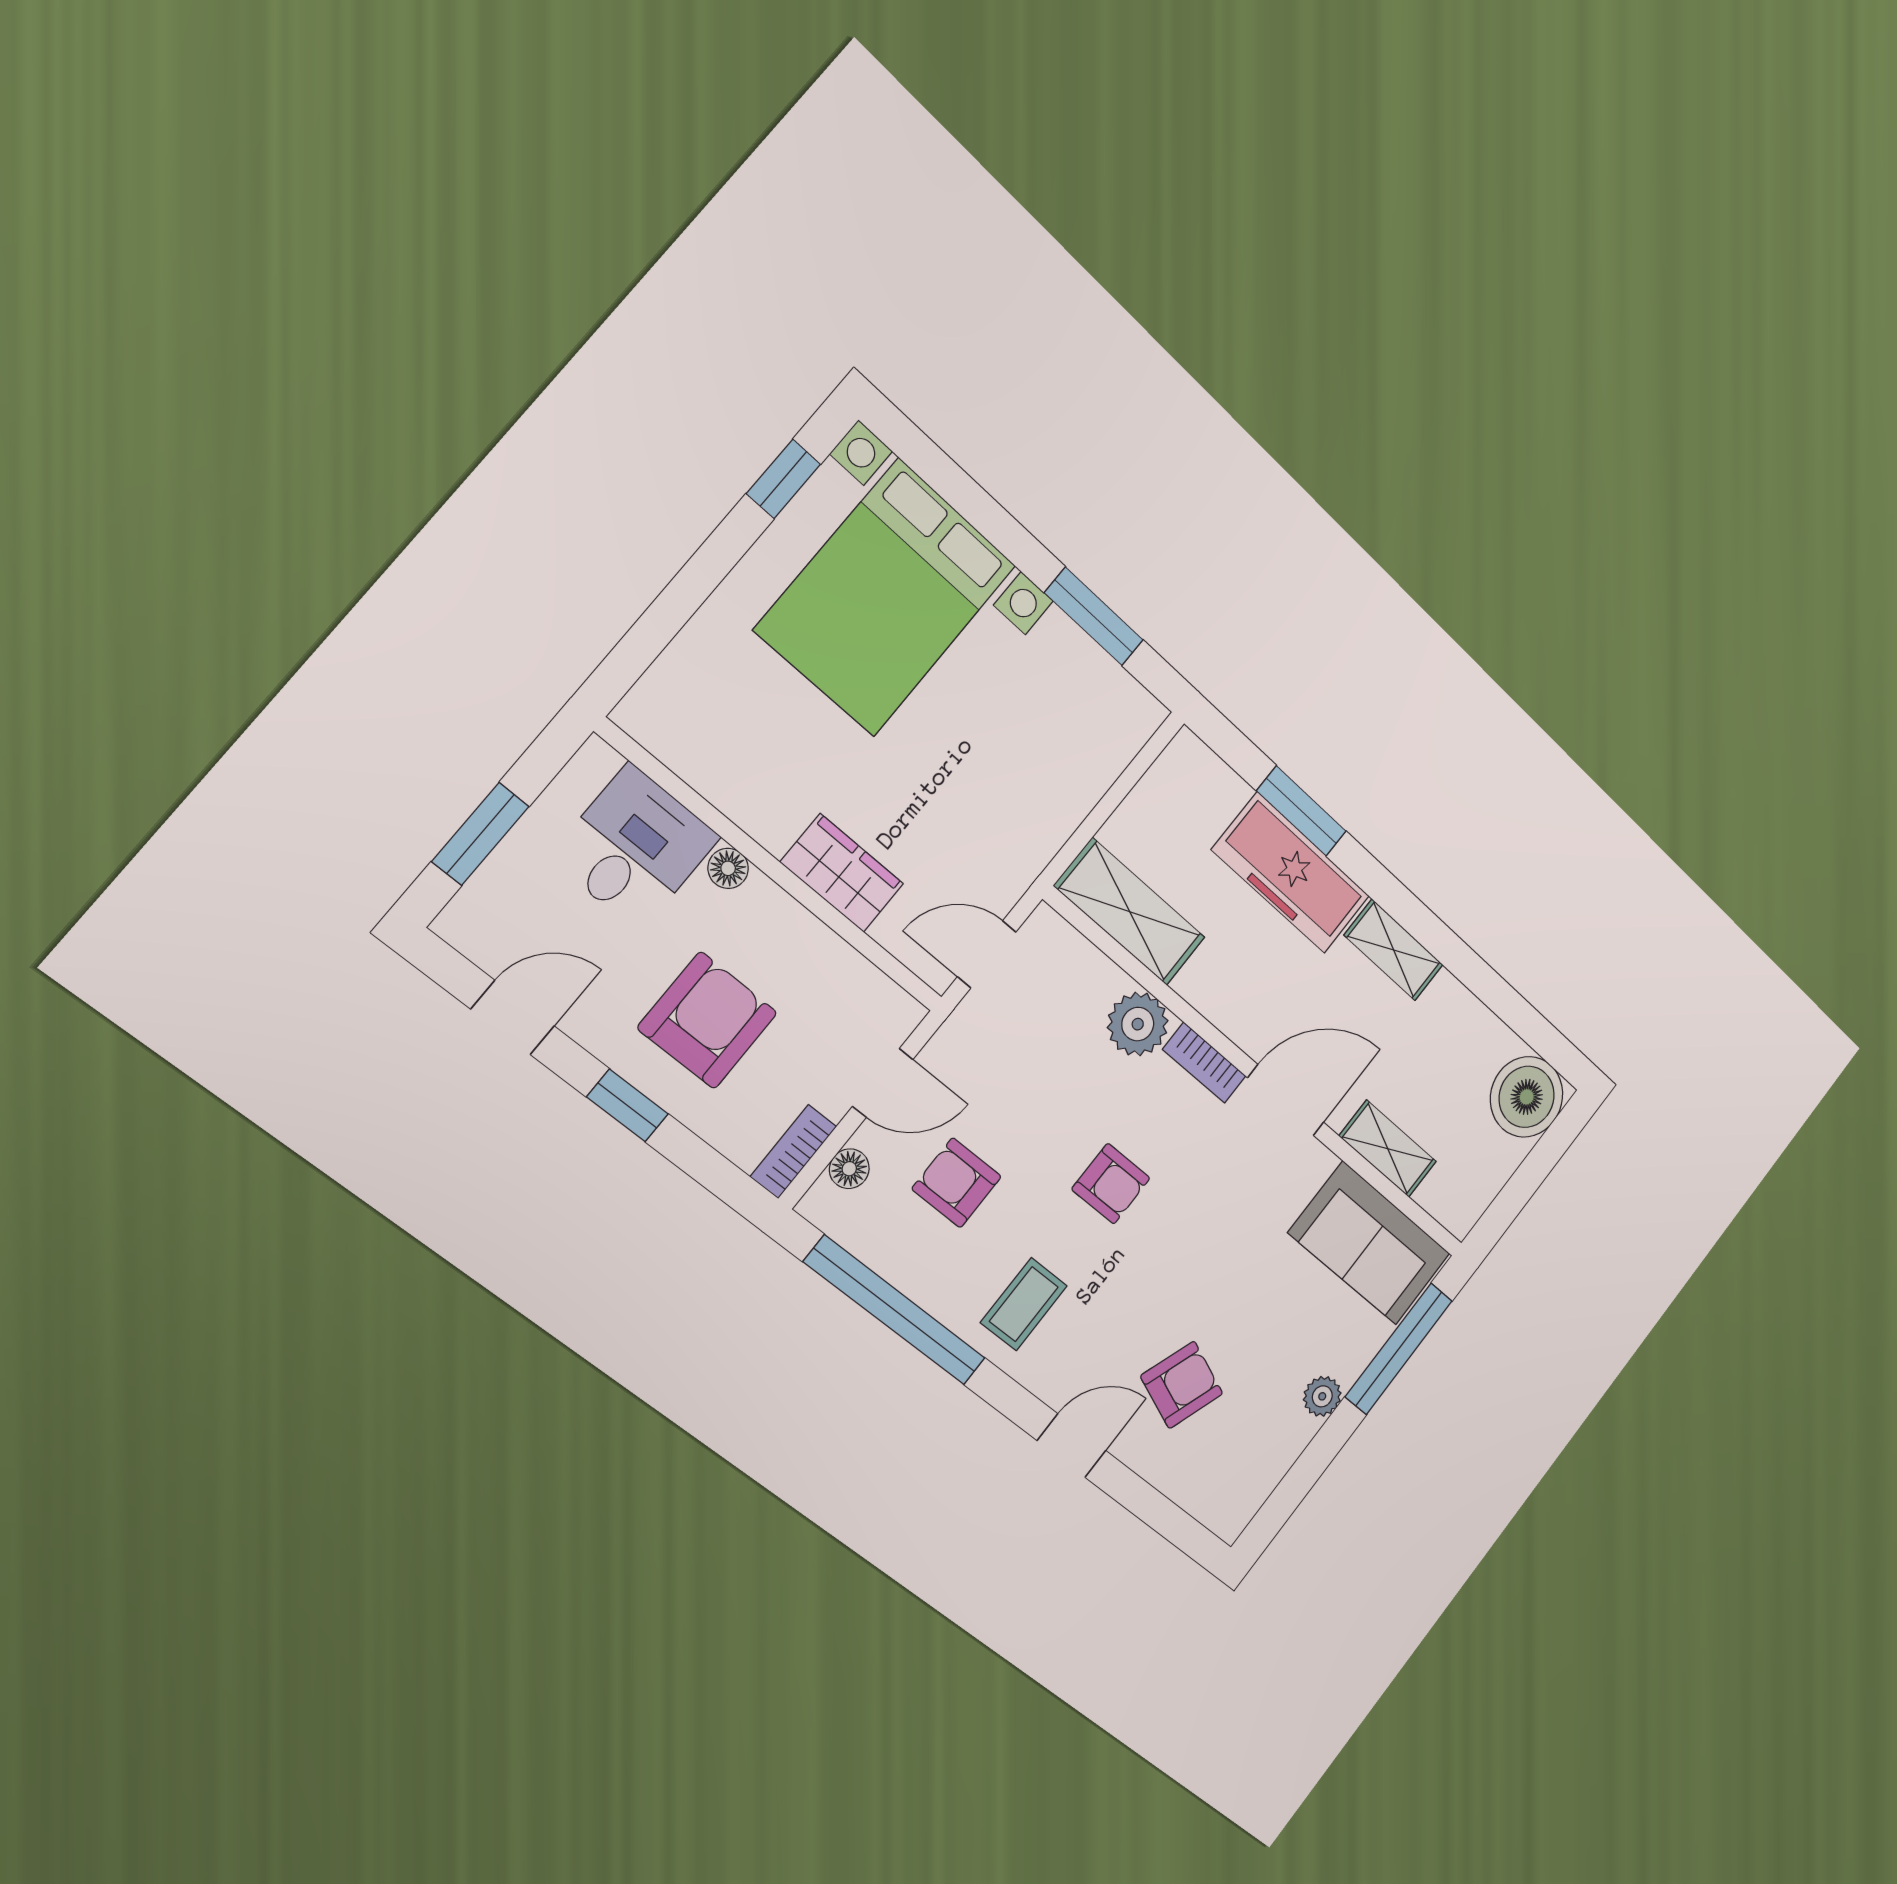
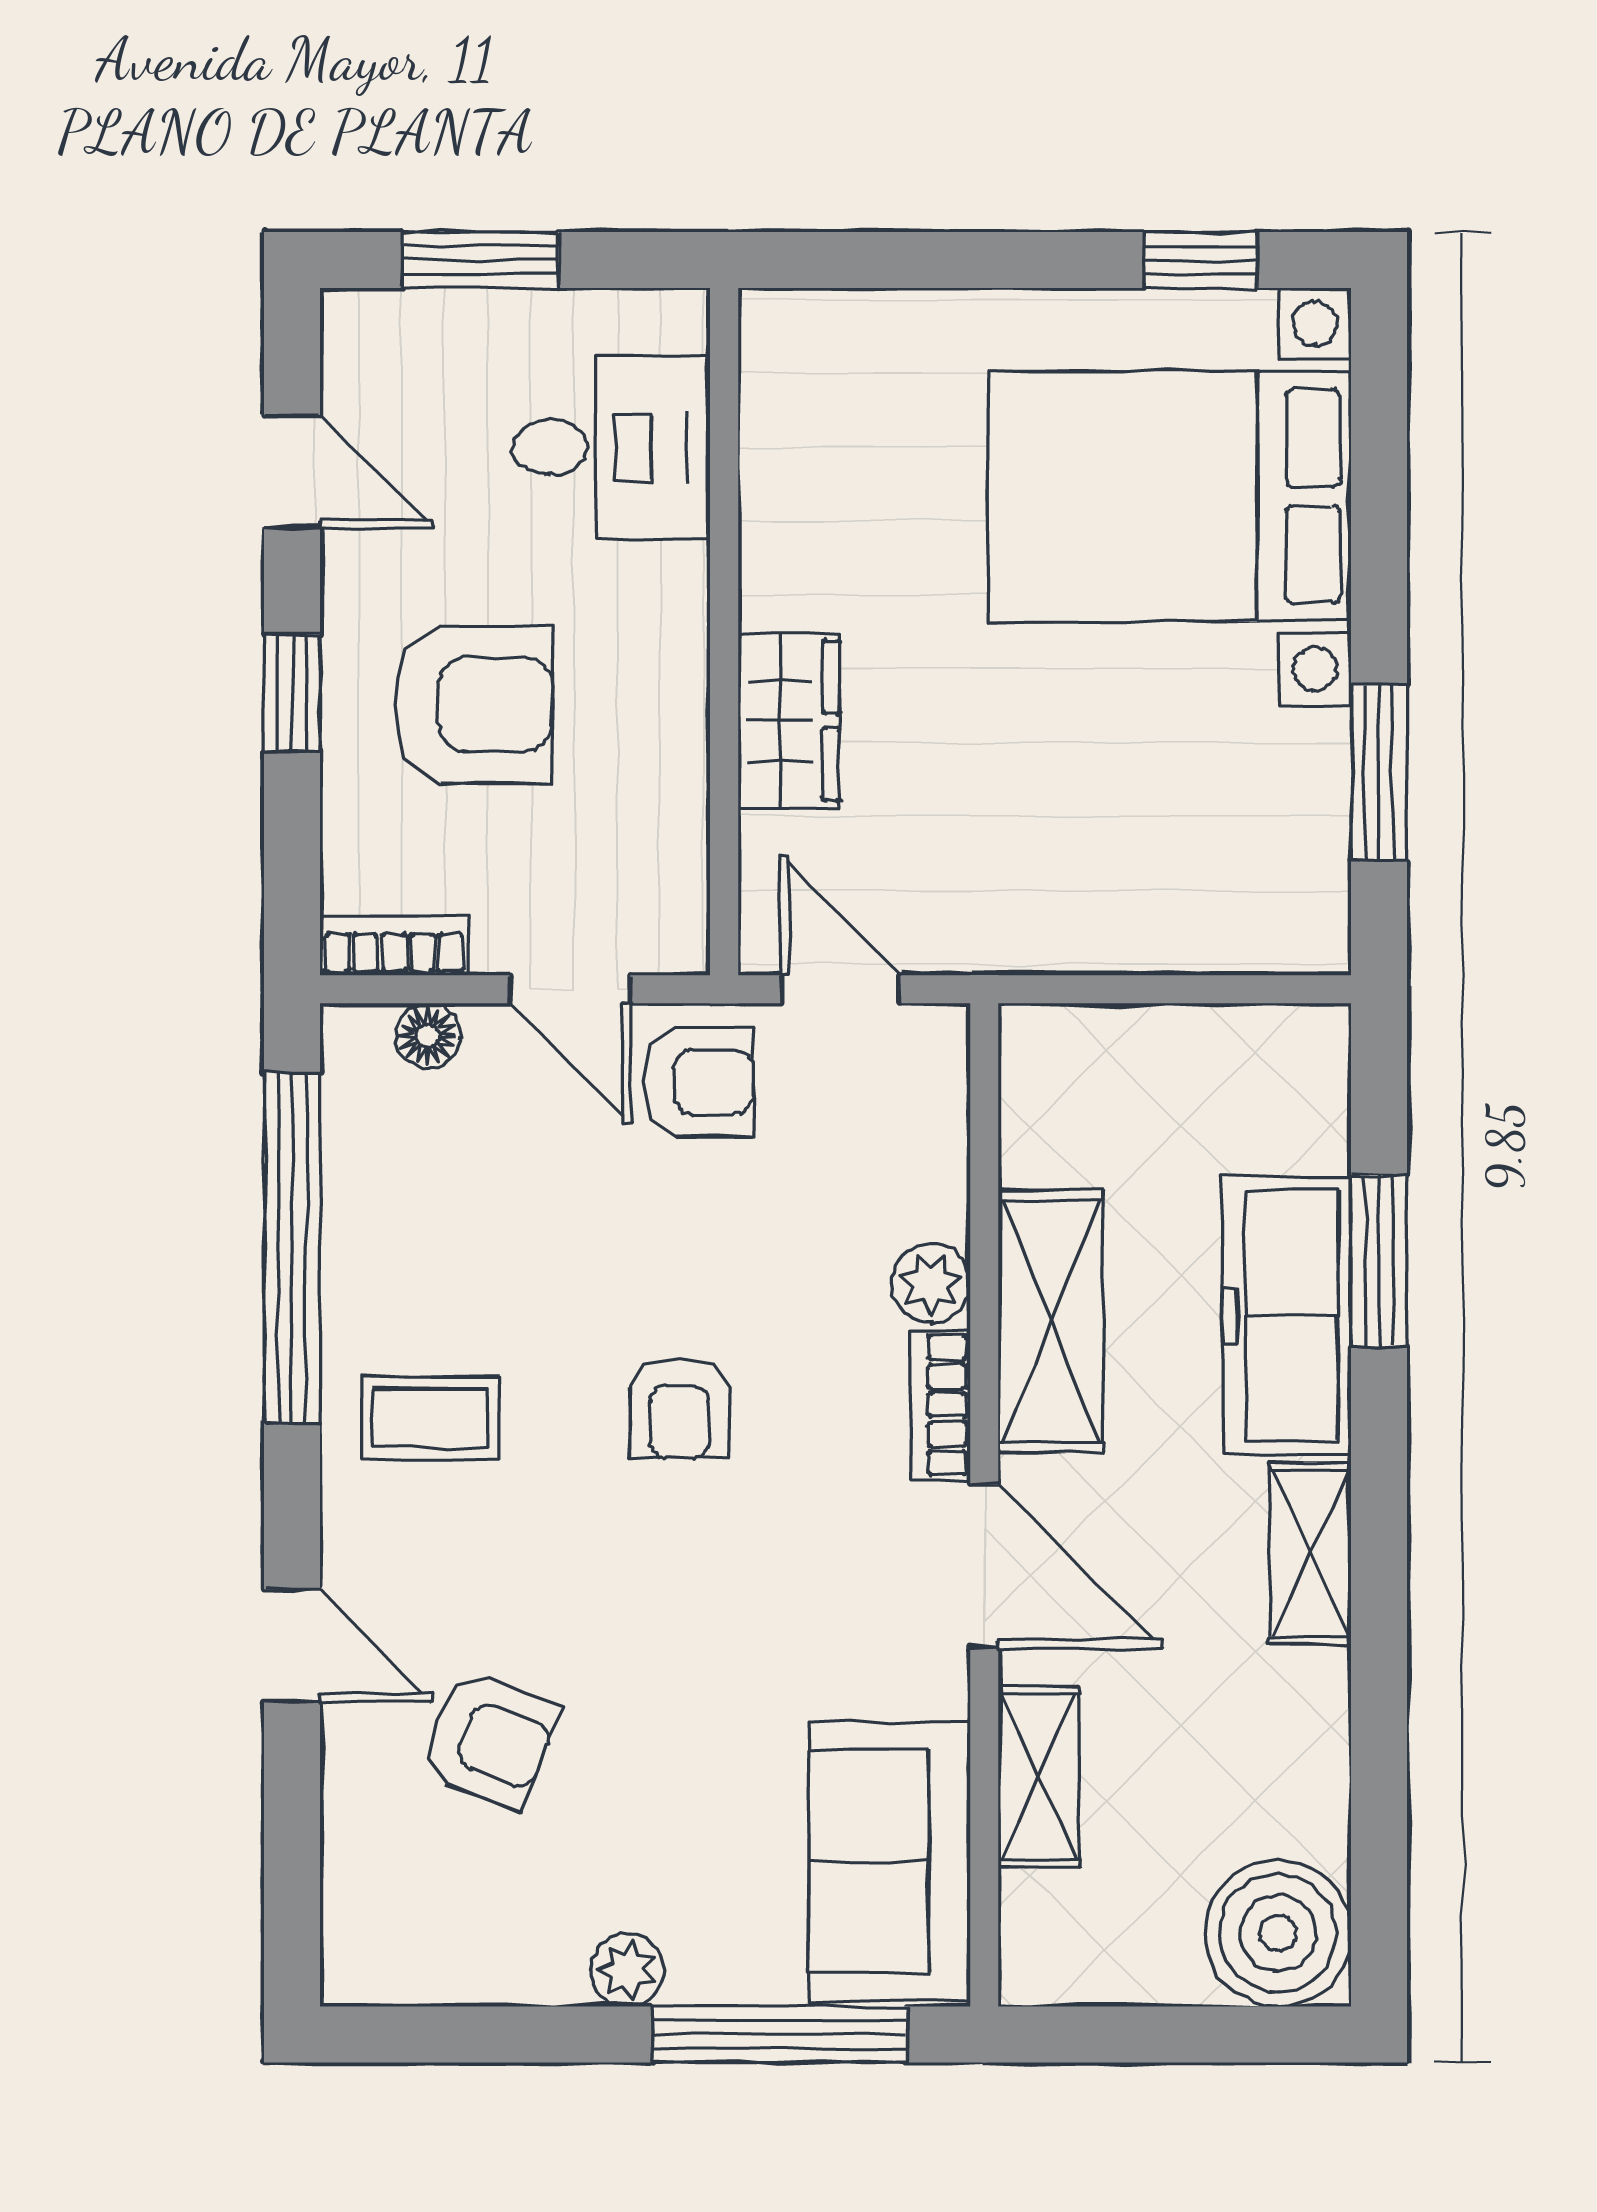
floor lamp: (728, 868) -> (679, 578), removed
shelving: (1130, 912) -> (1051, 1321), moved
plant: (1138, 1024) -> (931, 1283), width x0.73, depth x0.73
armchair: (957, 1183) -> (698, 1082), moved, turned 90

